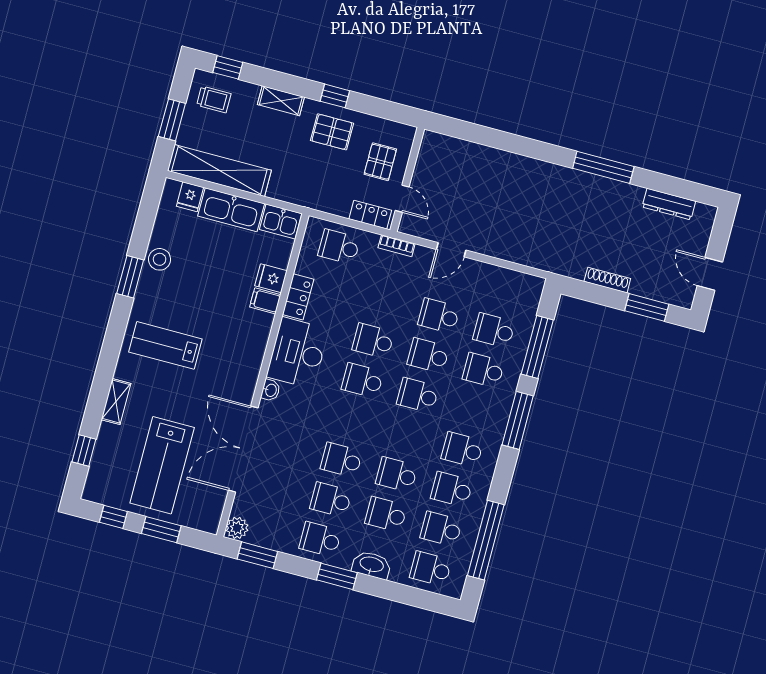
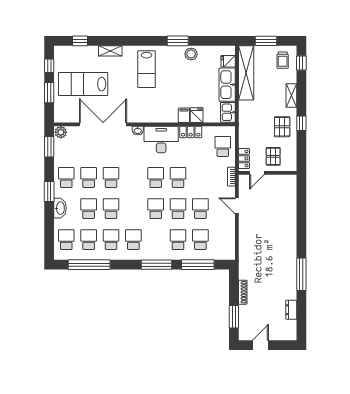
pallet: (380, 162) -> (273, 156), turned 90
dresser: (669, 204) -> (291, 310), width x0.70
lab bench: (165, 345) -> (147, 69), turned 180

